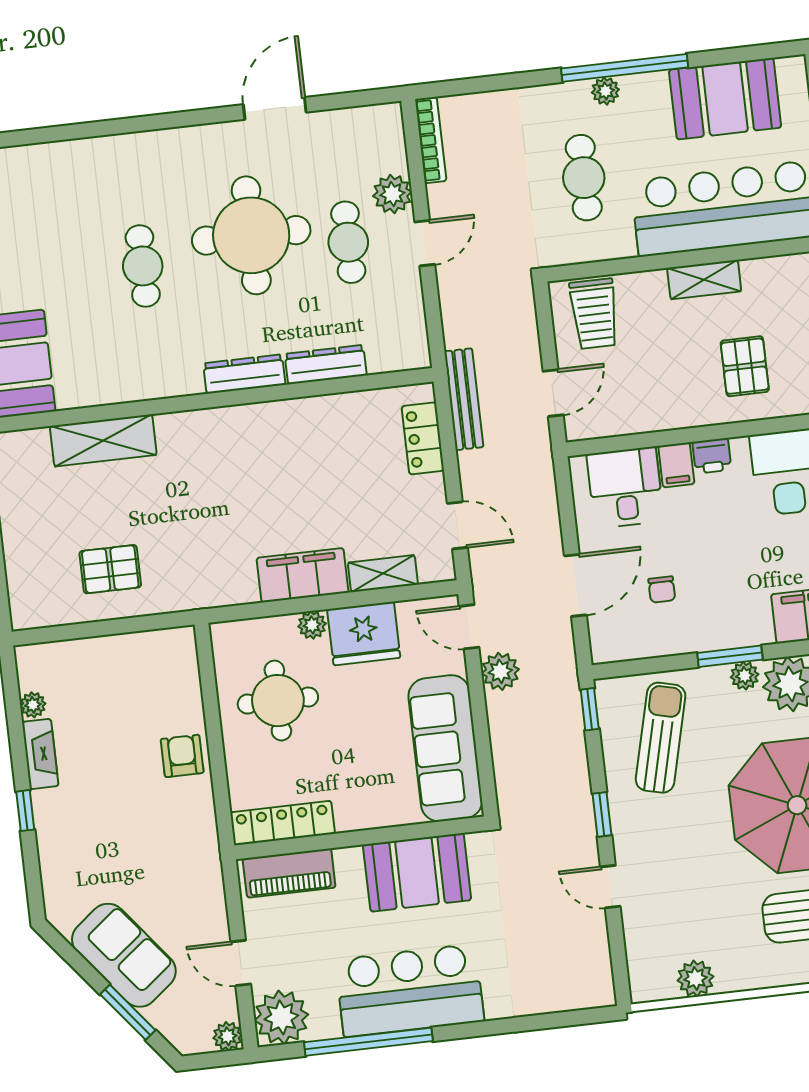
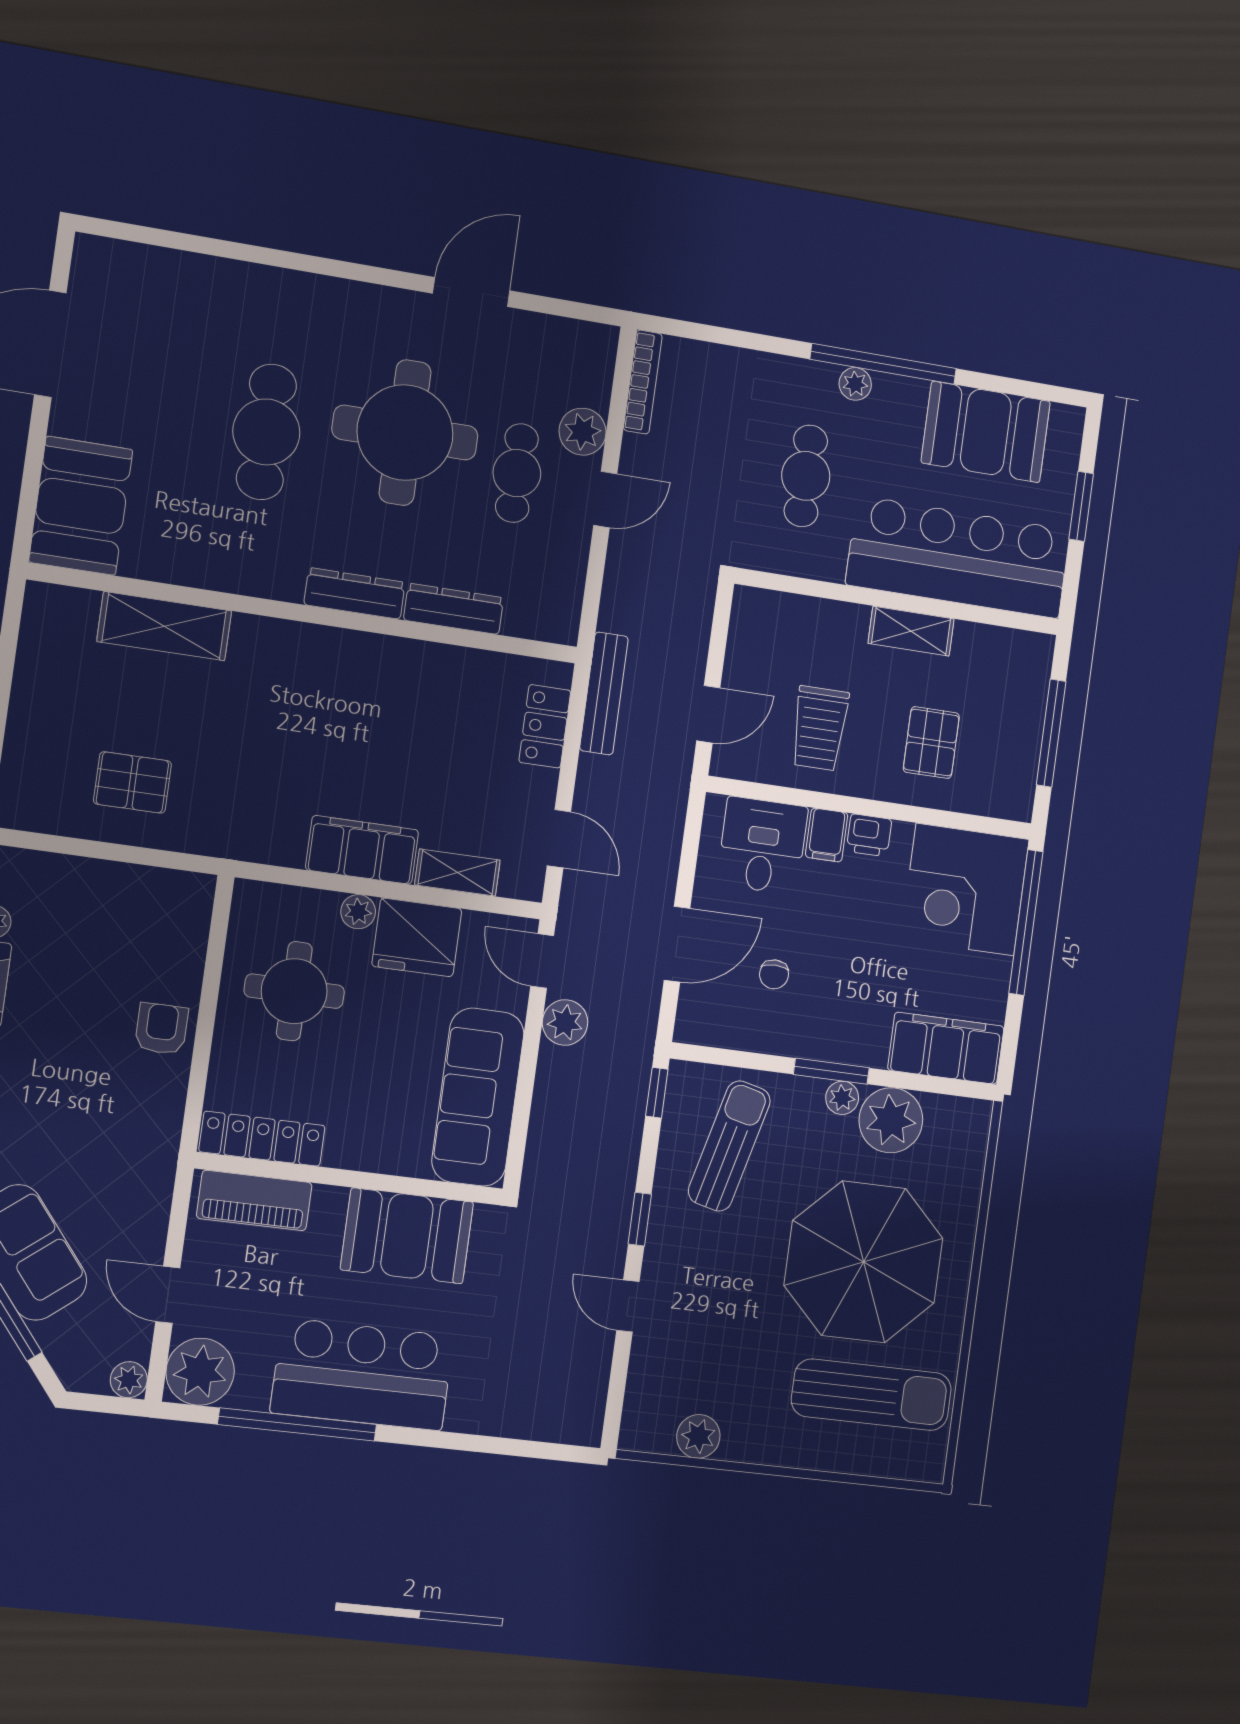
cafe table: (143, 266) -> (266, 432), width x1.37, depth x1.35
trolley: (594, 314) -> (820, 728), moved

